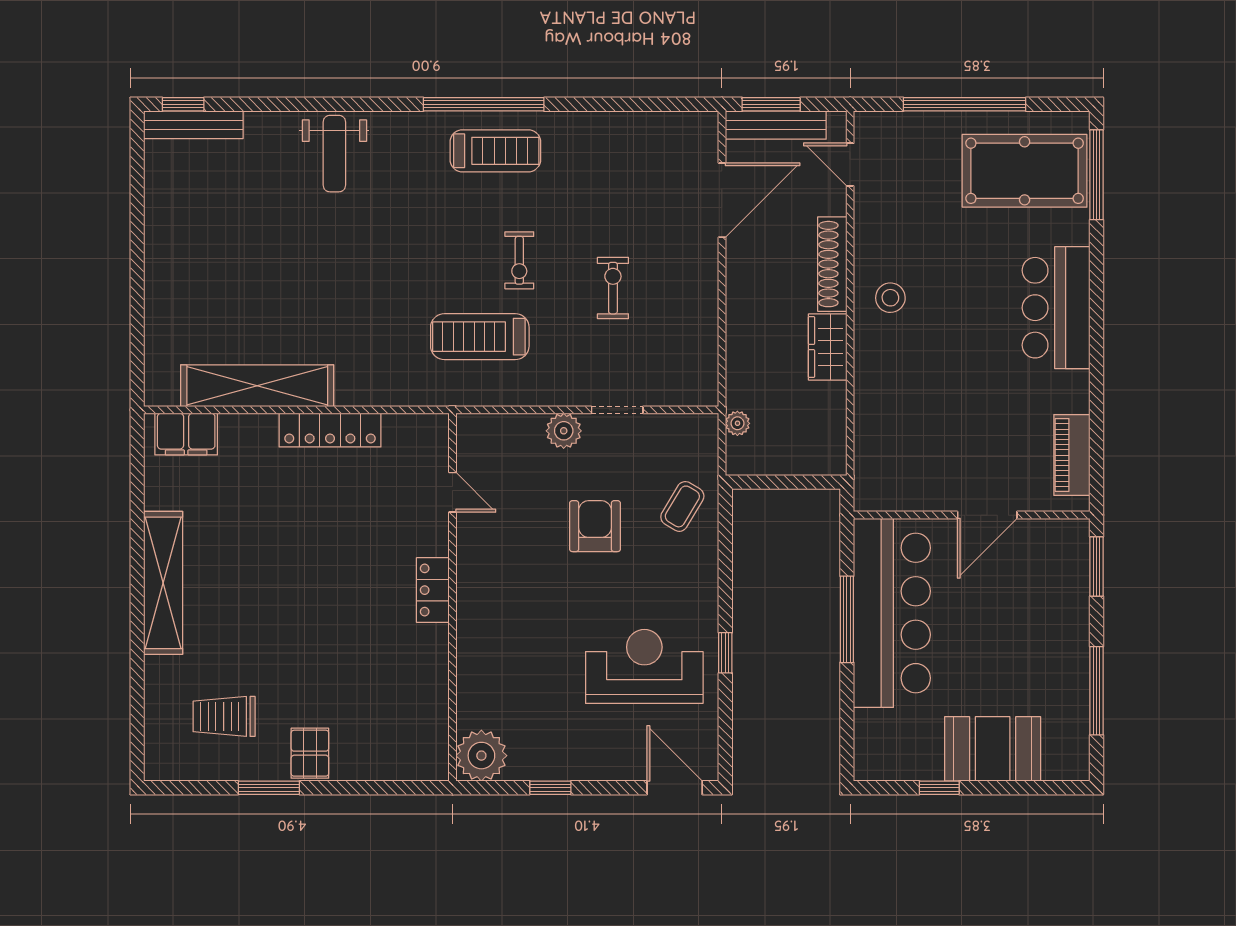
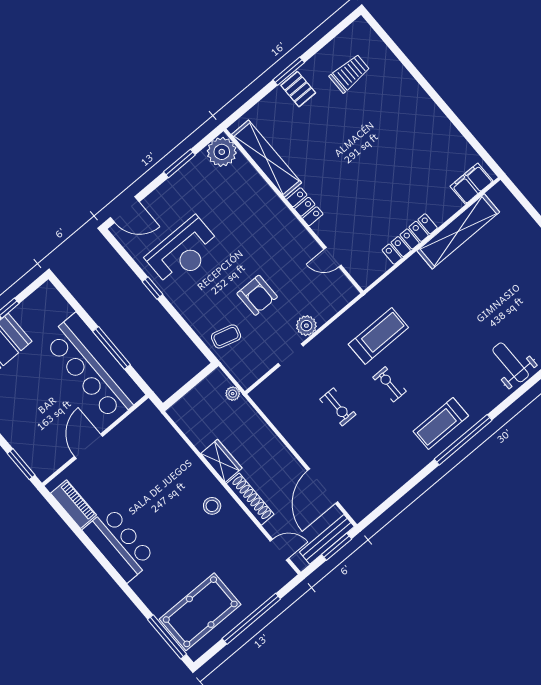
bar counter: (1056, 308) -> (119, 544), moved
coffee table: (682, 506) -> (226, 336), turned 75
shelving: (163, 583) -> (266, 159), moved
window: (269, 788) -> (289, 71), moved
window: (550, 788) -> (179, 163), width x1.50

